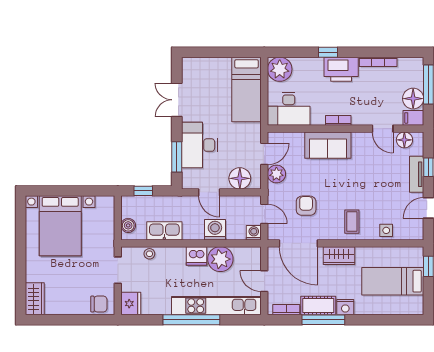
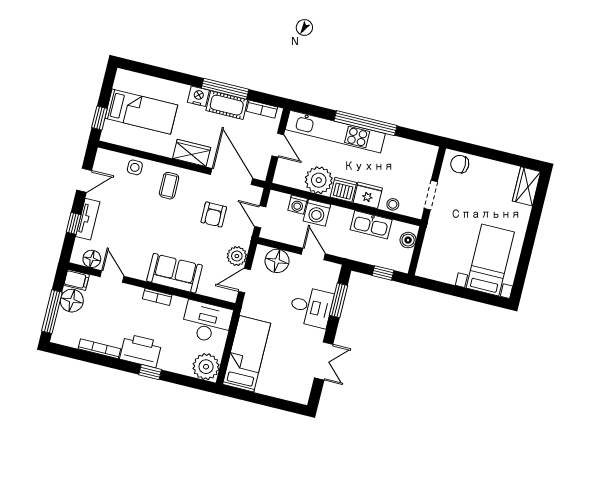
desk: (199, 145) -> (311, 307), width x0.73
bed with nightstands: (60, 226) -> (490, 260), width x0.73
washing machine: (254, 233) -> (298, 205), moved
fridge: (131, 304) -> (368, 195), moved, turned 90

